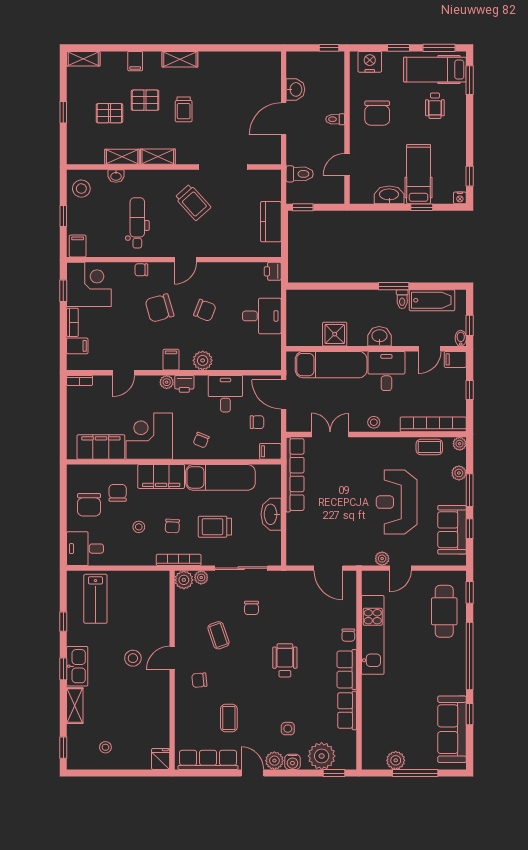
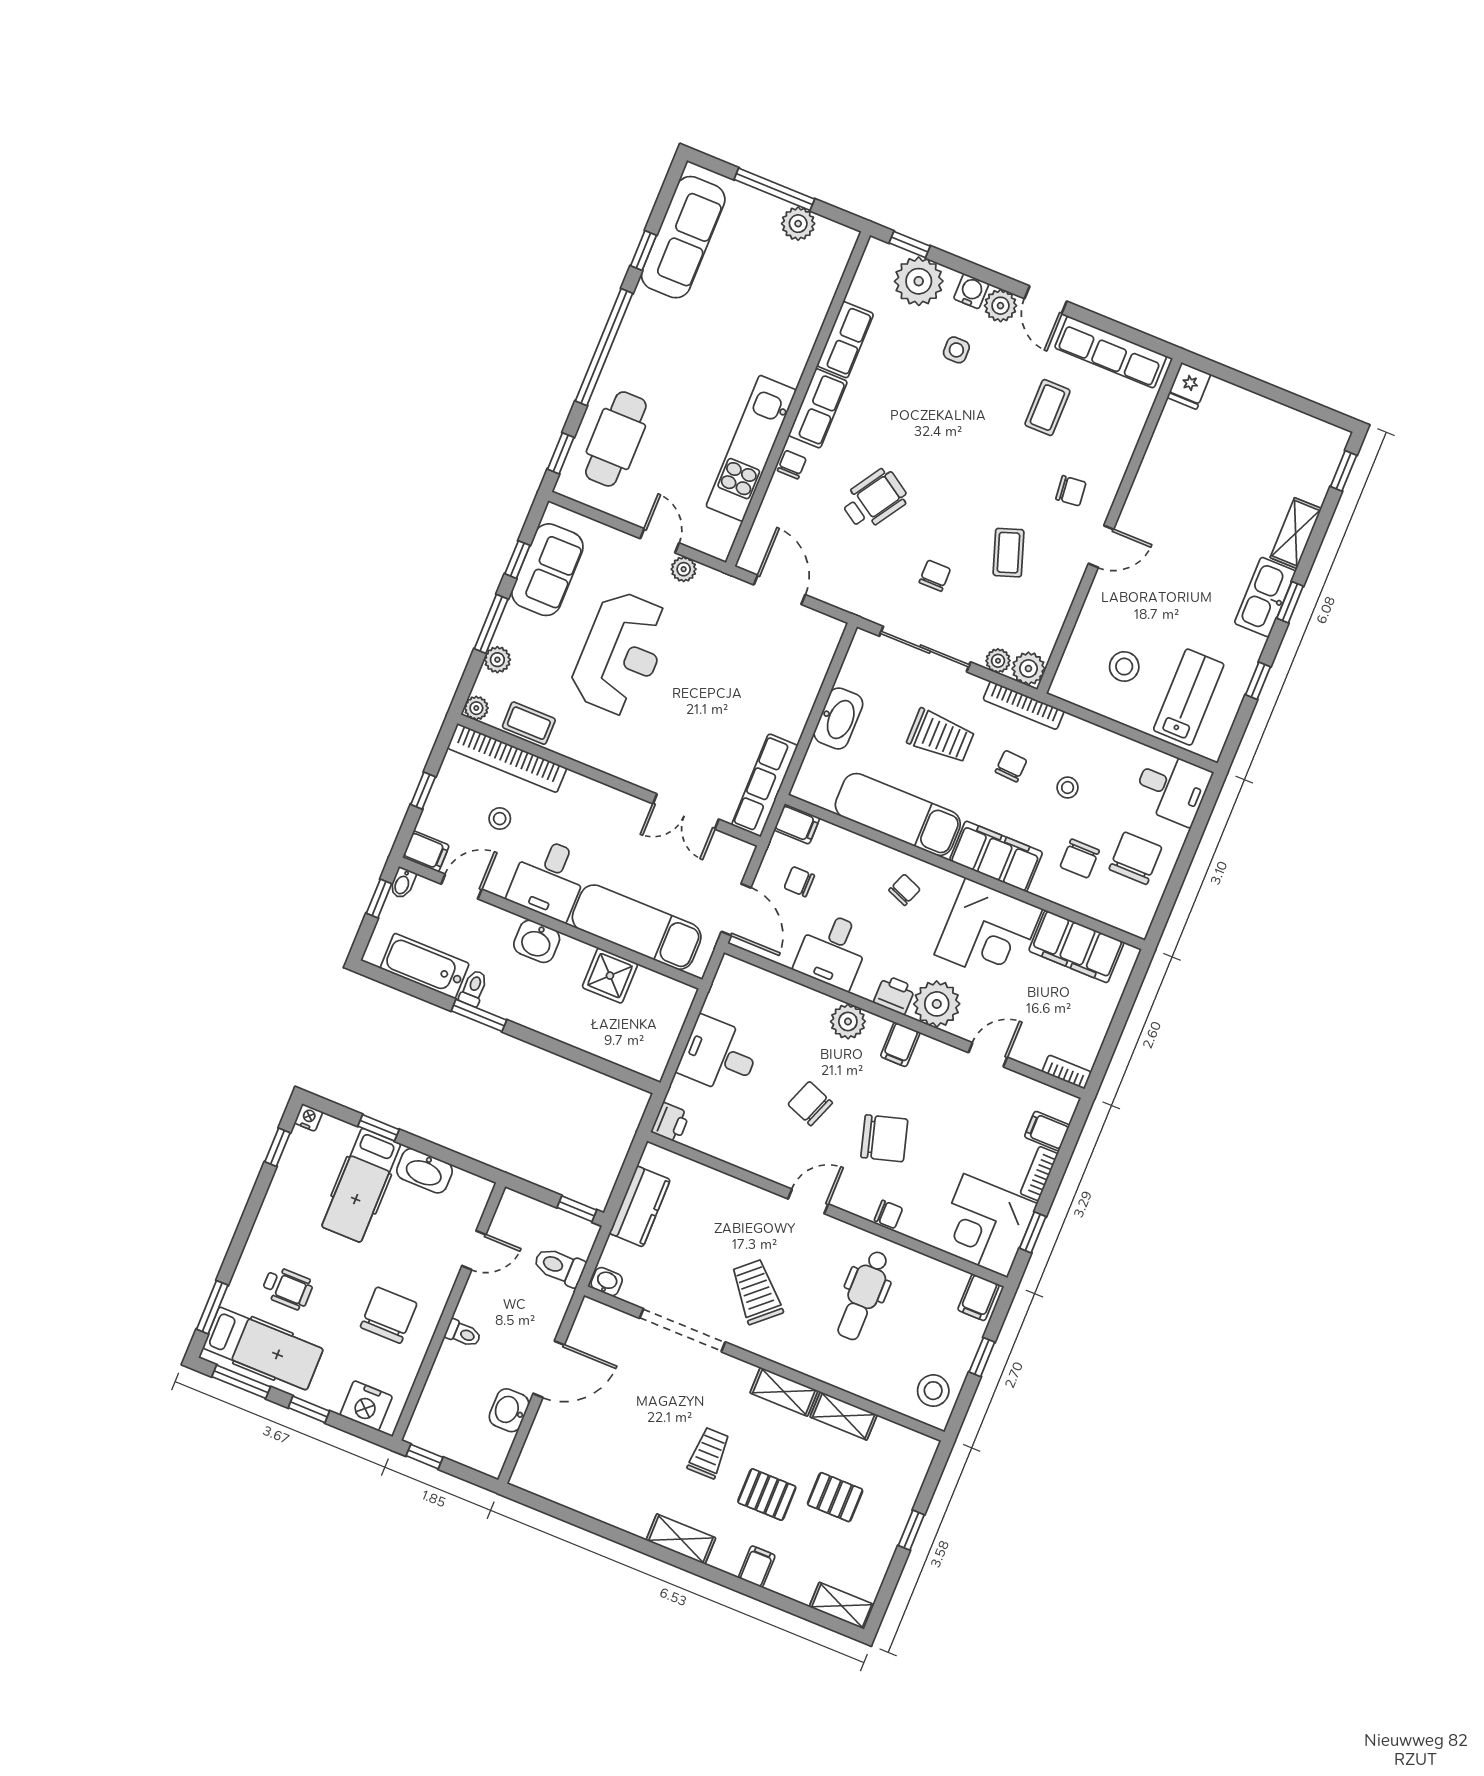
wheelchair: (435, 106) -> (287, 1288), turned 90
washbasin: (116, 176) -> (607, 1282), moved
plant: (167, 382) -> (937, 1004), width x1.88, depth x1.88
stool: (374, 422) -> (500, 819), moved
row of seats: (295, 475) -> (765, 785), width x0.73
door: (400, 568) -> (660, 541), hinge flipped
stool: (133, 658) -> (1124, 667), moved
wheelchair: (285, 660) -> (874, 499), moved, turned -147
stool: (105, 747) -> (1273, 443), removed

